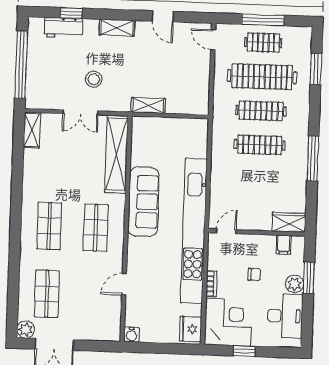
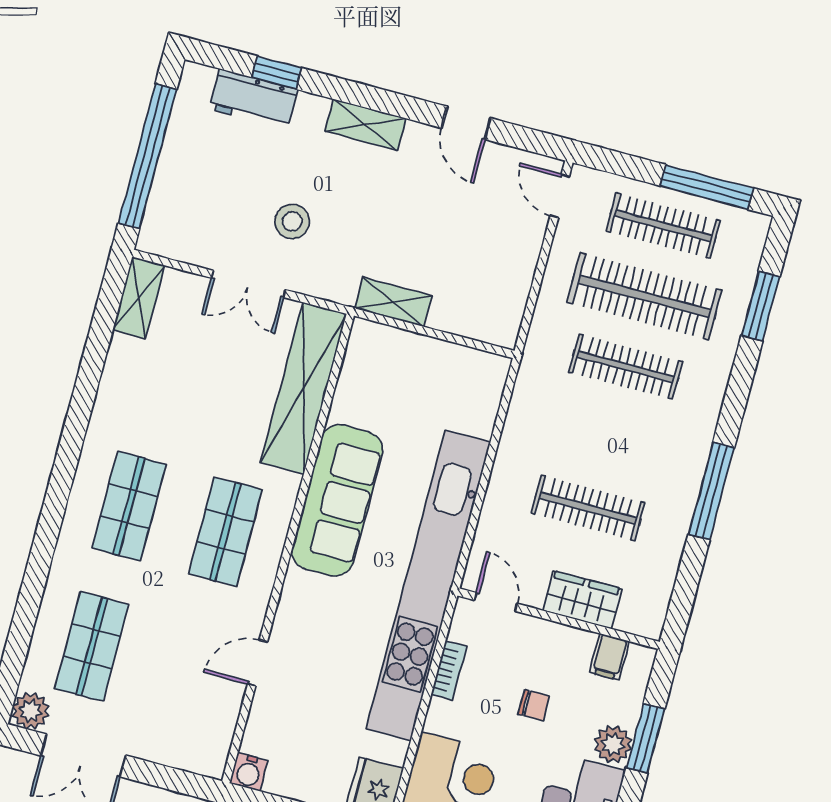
window: (263, 20) -> (707, 187), moved
clothes rail: (263, 43) -> (663, 226), width x1.36
clothes rail: (260, 145) -> (588, 508), moved
wardrobe: (289, 222) -> (582, 600), moved
door: (226, 231) -> (496, 602), hinge flipped
bookcase: (211, 284) -> (449, 670), moved

